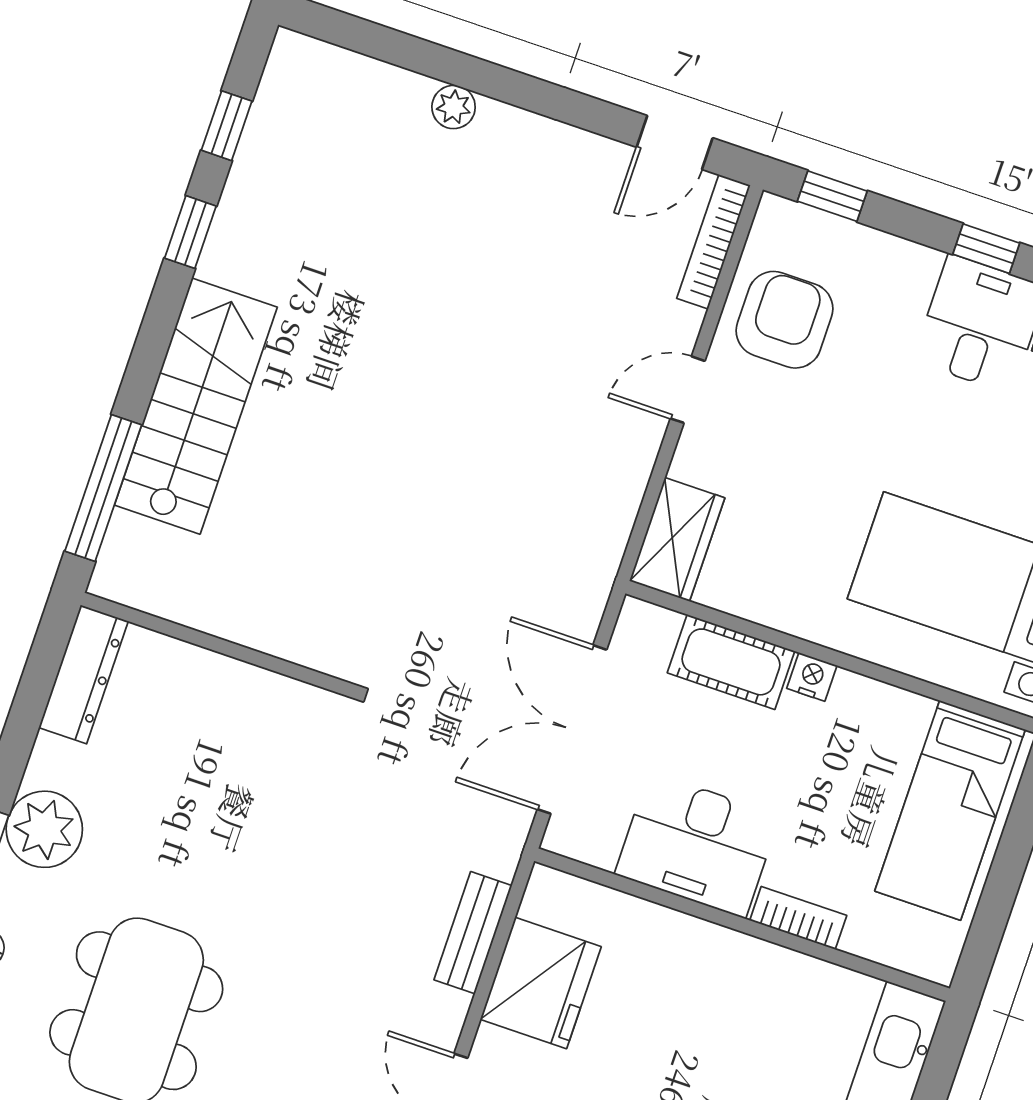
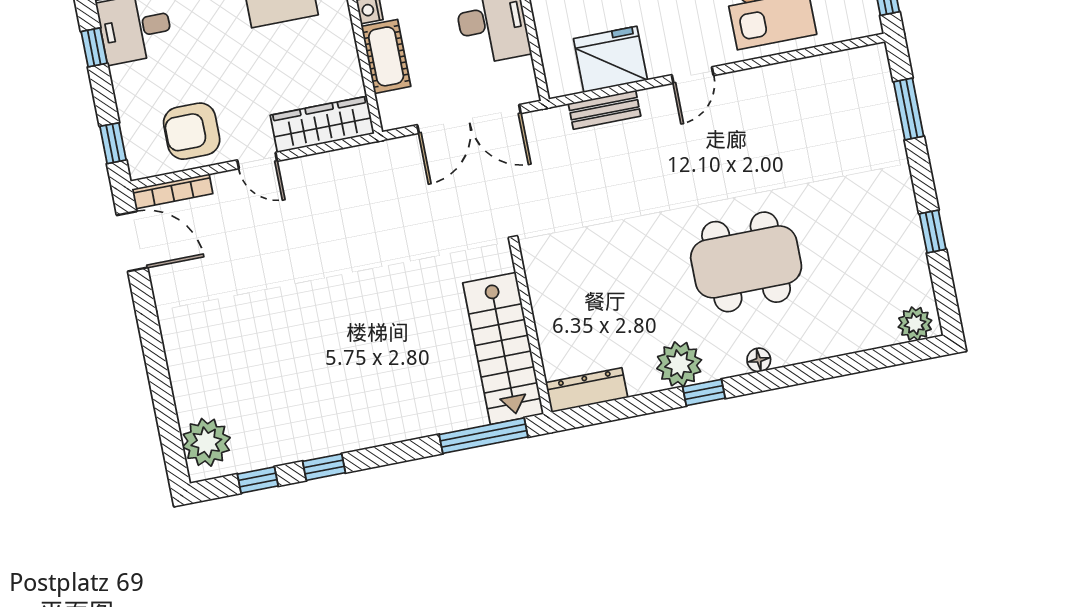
plant: (454, 107) -> (206, 442), moved, width x1.87, depth x1.87
door: (675, 143) -> (132, 241), width x1.38
stairs: (196, 406) -> (503, 349), moved, turned -90
wardrobe: (677, 539) -> (322, 124), width x1.50

